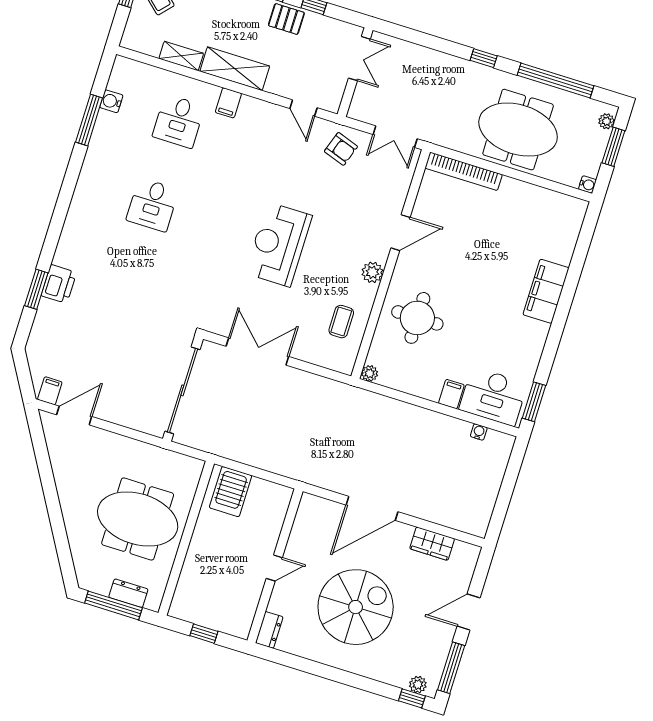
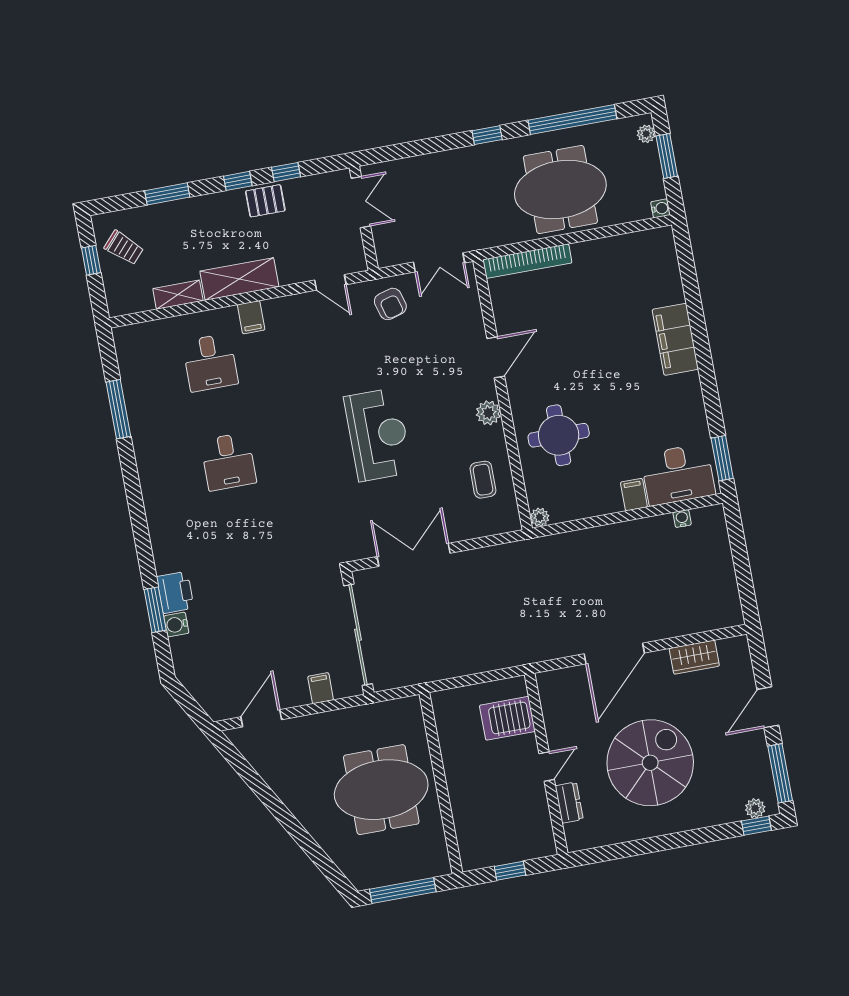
water cooler: (111, 101) -> (176, 625), moved
armchair: (341, 149) -> (390, 304), turned 55
reception desk: (279, 244) -> (378, 435), turned 180
filing cabinet: (50, 391) -> (321, 688), moved
server rack: (231, 492) -> (507, 718), moved, turned 90
dresser: (128, 593) -> (411, 870), removed
dresser: (269, 630) -> (569, 803), moved

